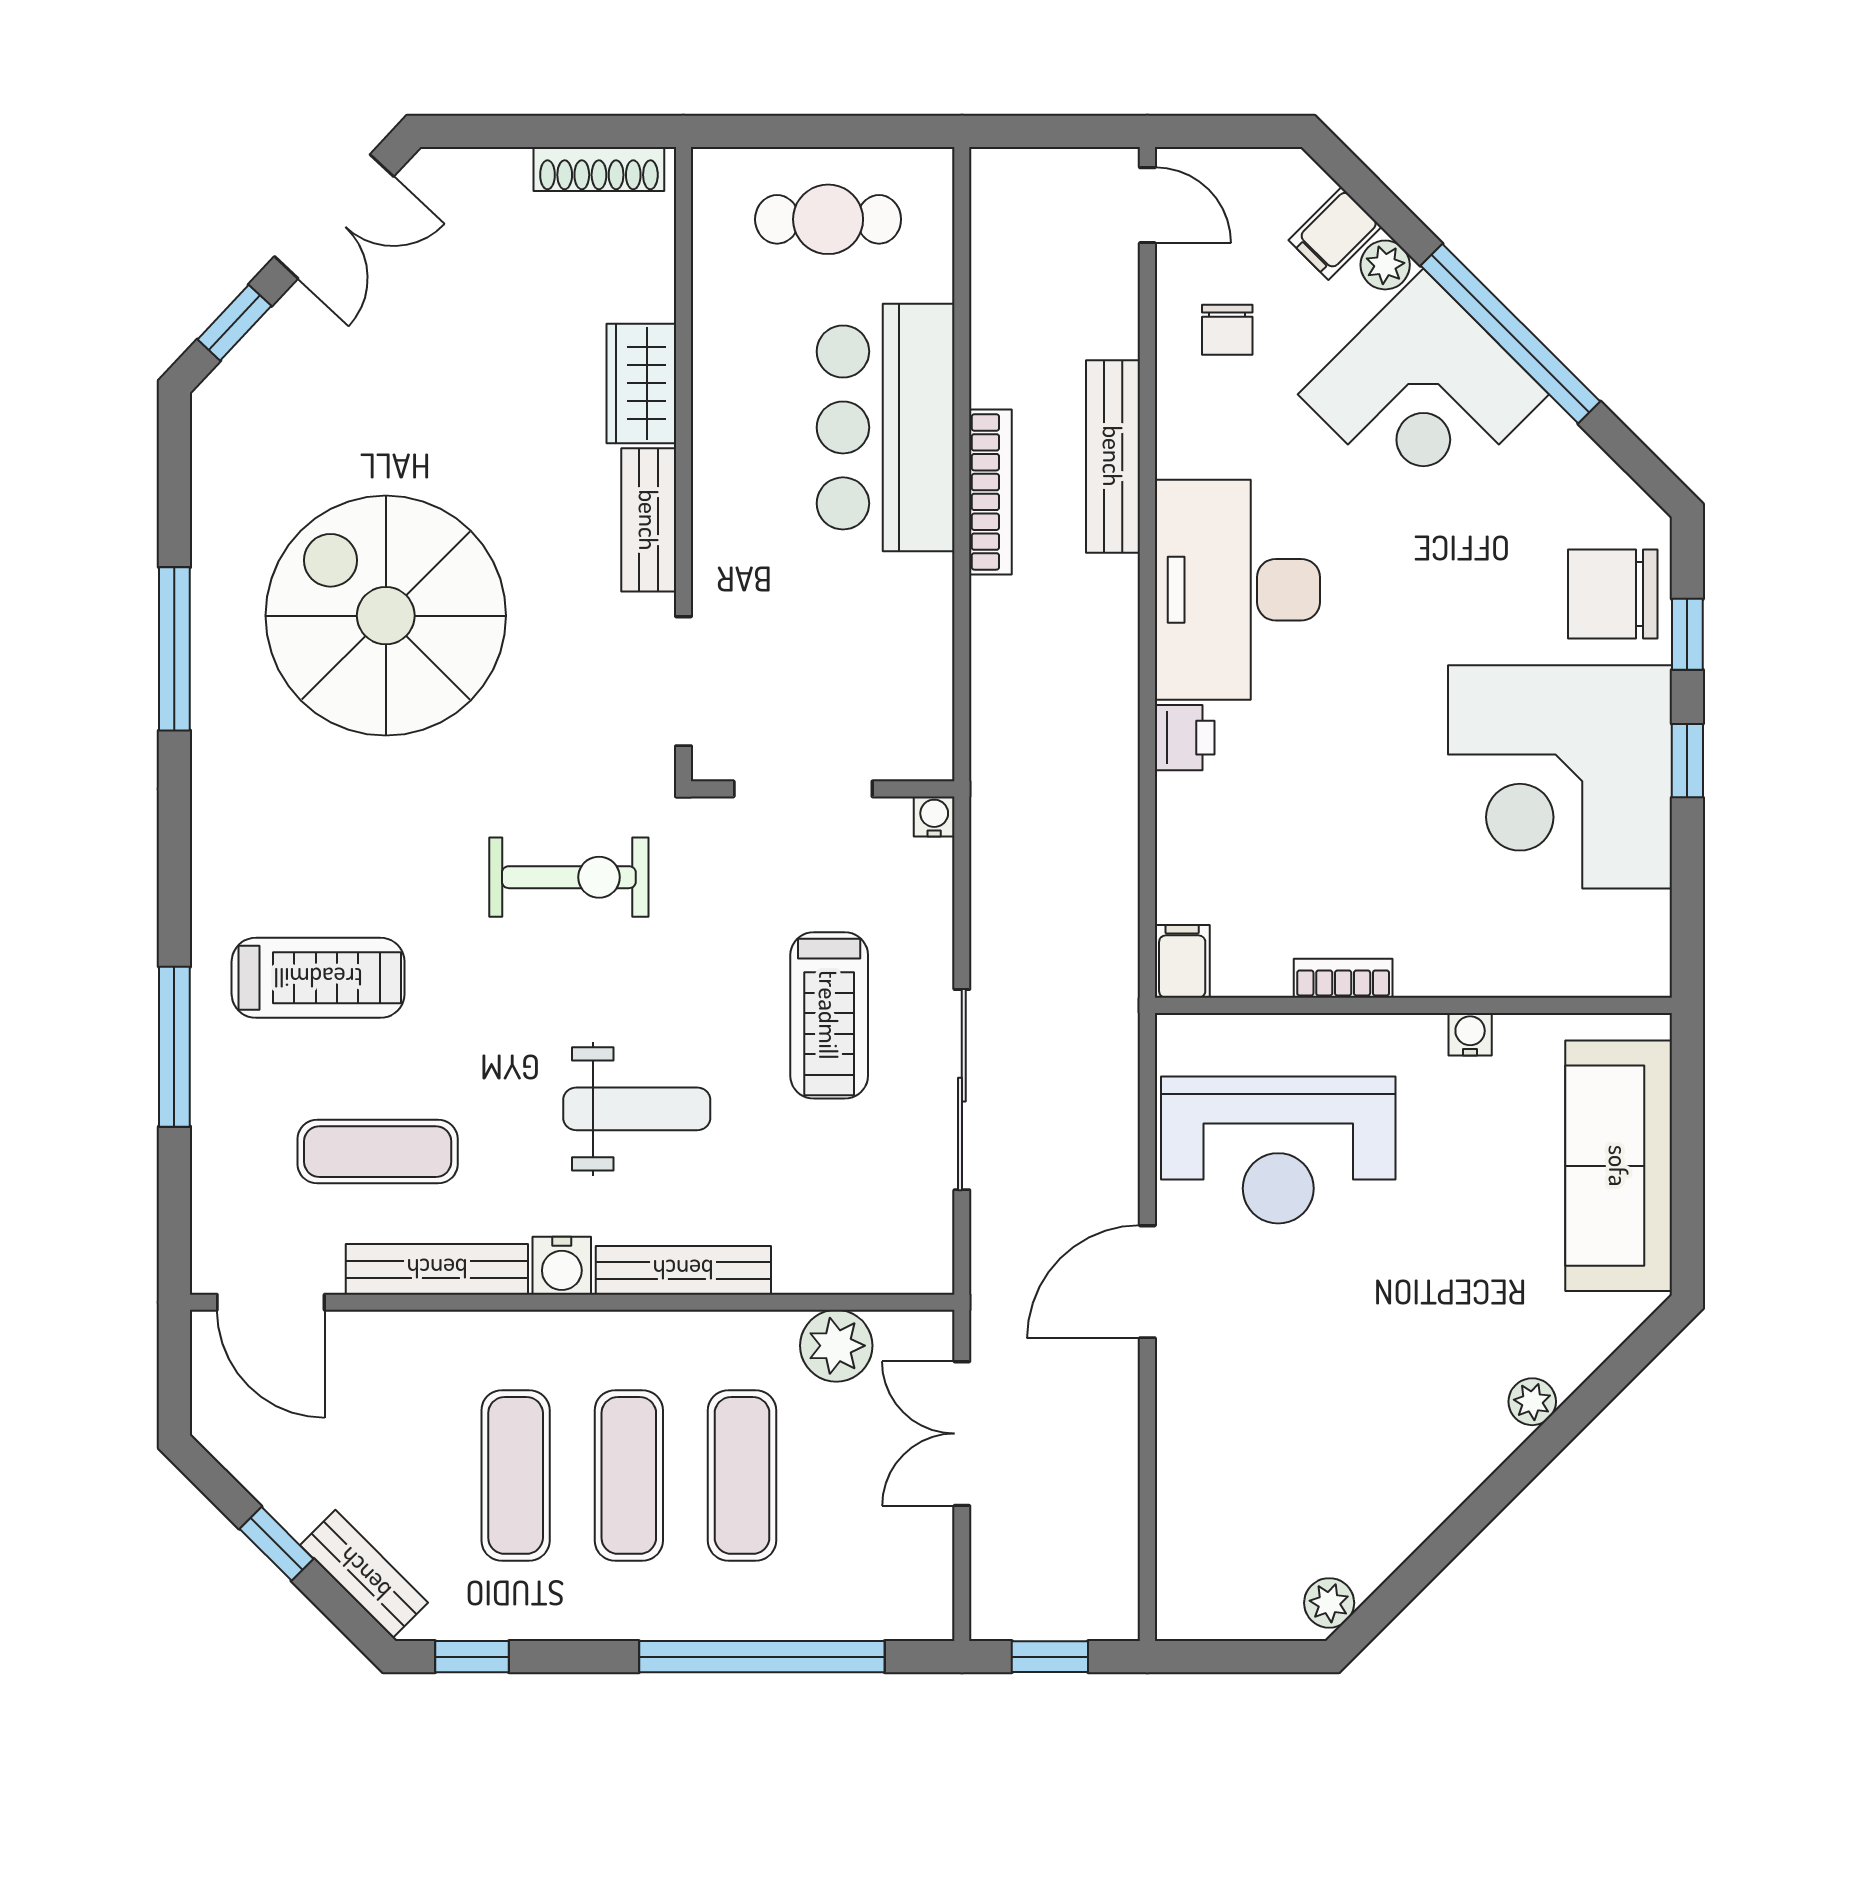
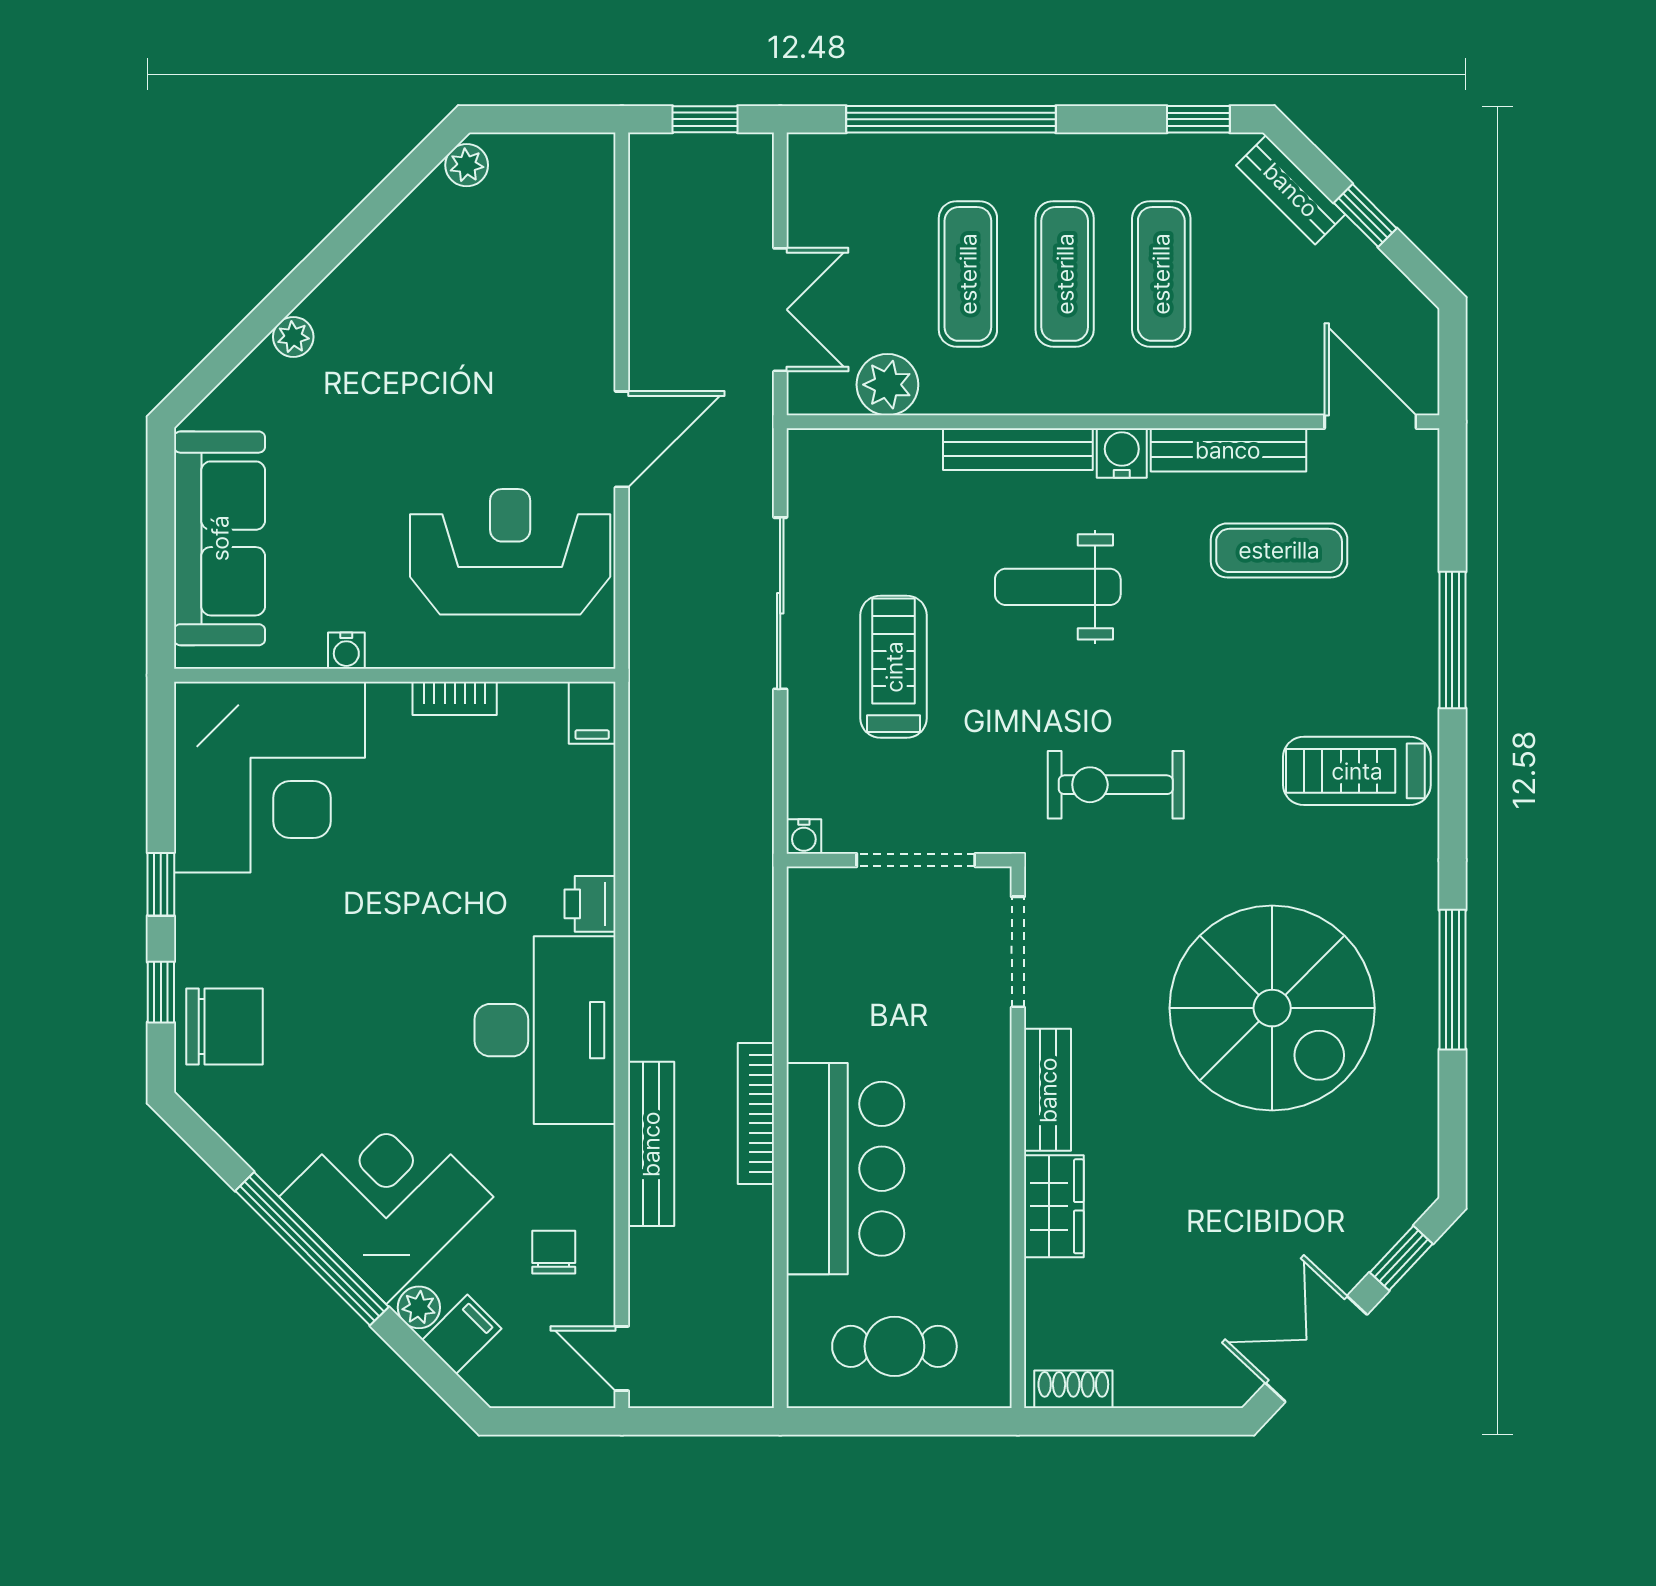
shoe rack: (599, 169) -> (1073, 1389), width x0.70
corner desk: (1560, 777) -> (269, 777), moved, turned 90
treadmill: (318, 978) -> (1357, 771), moved

